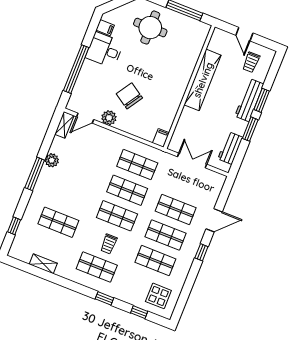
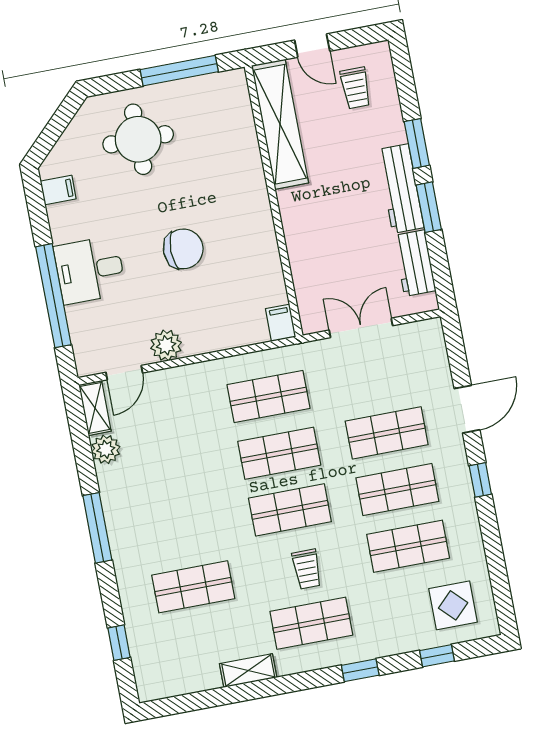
desk: (105, 50) -> (90, 270), moved
shelving: (203, 80) -> (280, 124), moved
chair: (129, 96) -> (183, 249), moved, turned 147
workbench: (249, 100) -> (401, 189), moved
plant: (52, 160) -> (106, 449), moved
shelving: (43, 264) -> (248, 671), moved

